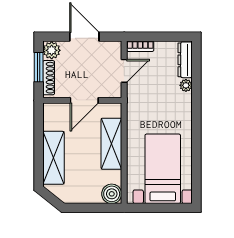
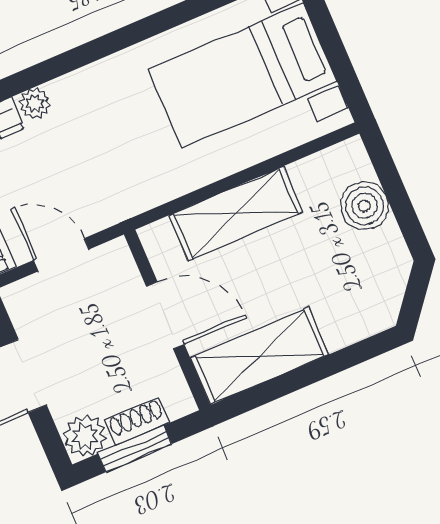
shoe rack: (49, 78) -> (137, 421), width x0.70
shelving: (53, 158) -> (259, 356), moved
boiler: (112, 194) -> (364, 206), moved

